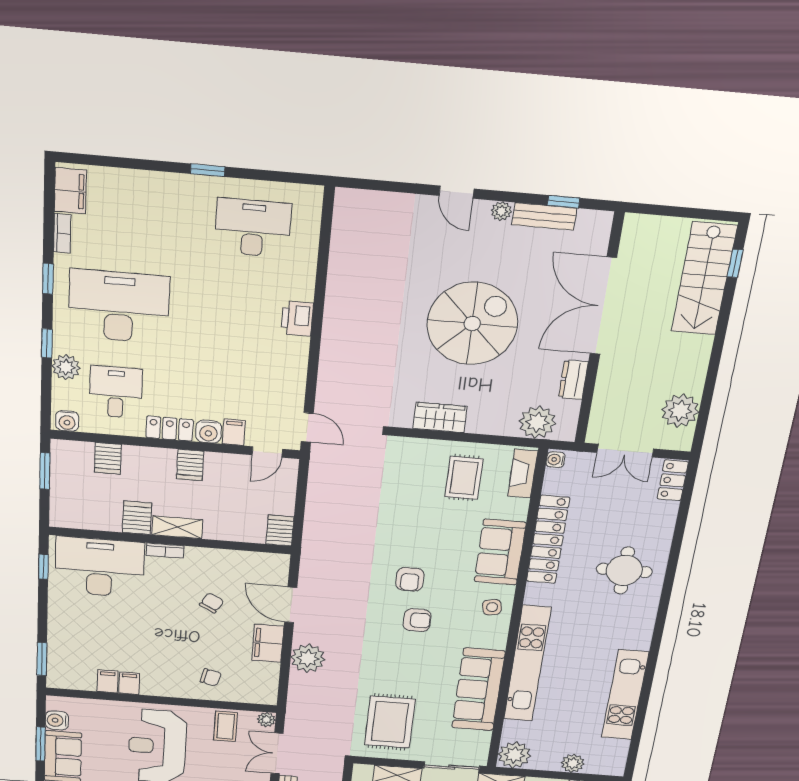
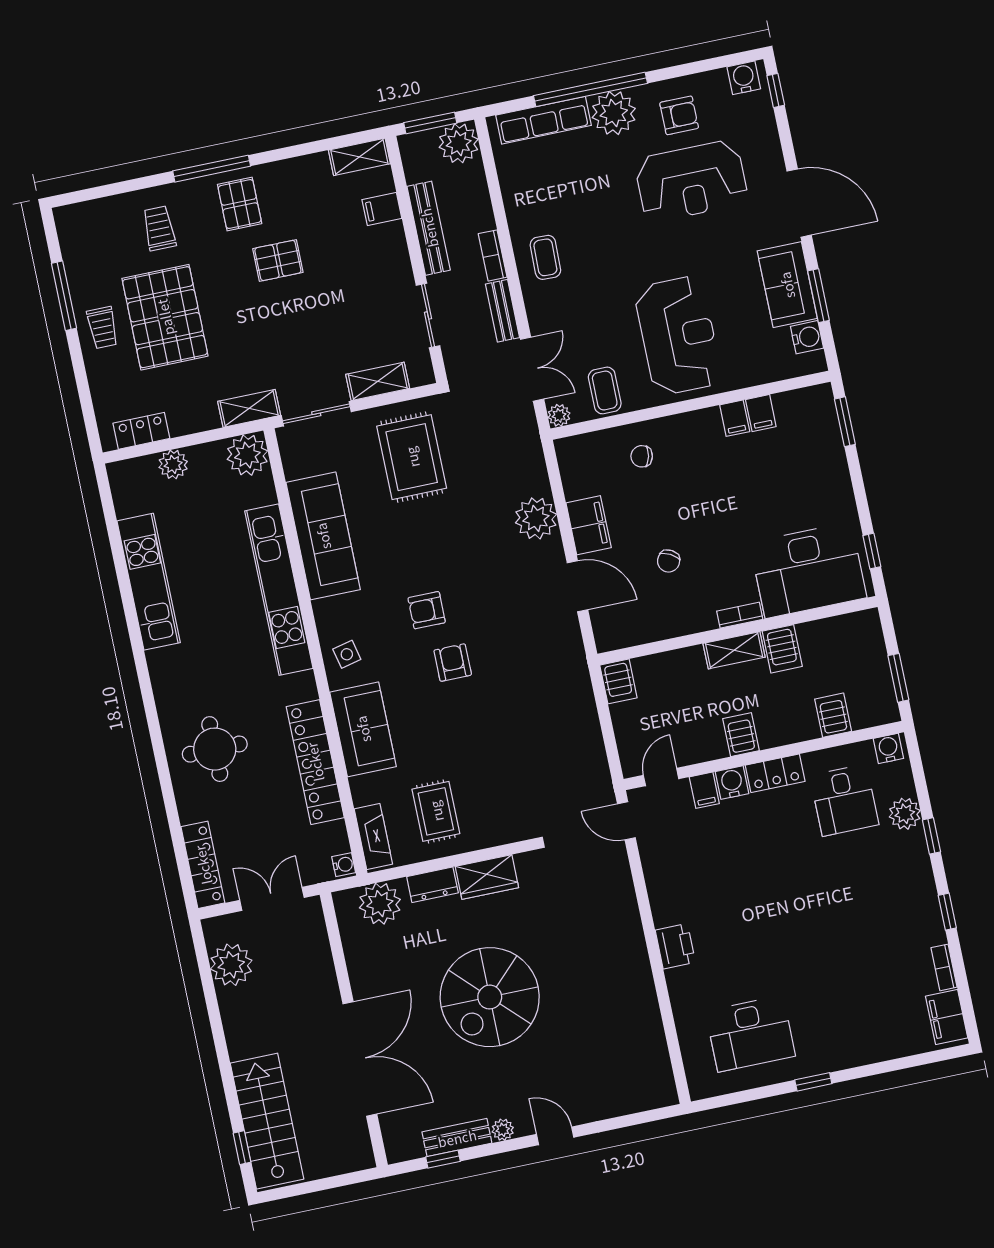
desk: (119, 306) -> (866, 903), removed
dresser: (573, 380) -> (432, 885), moved, turned 90
locker: (673, 480) -> (203, 865), width x1.53

